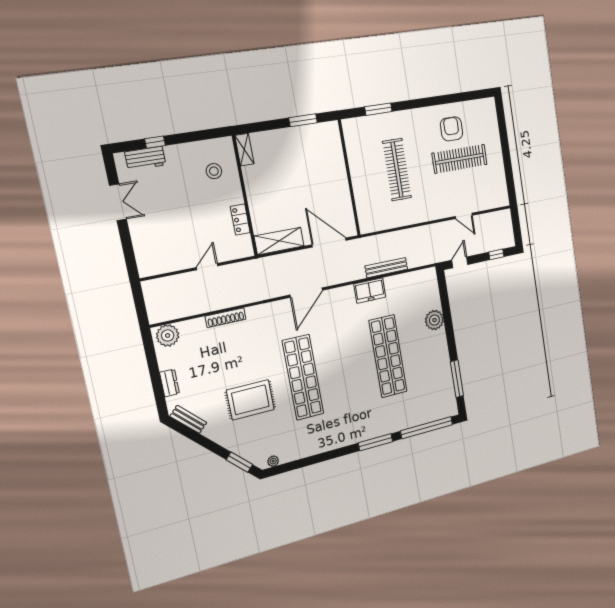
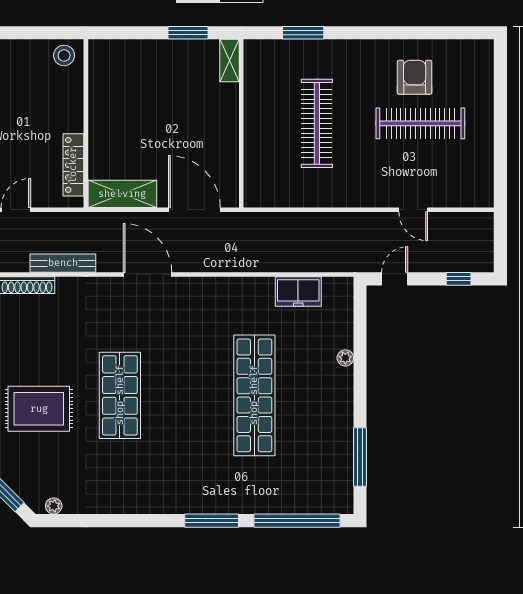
shelving: (244, 150) -> (230, 61), moved
stool: (214, 171) -> (64, 55), moved
locker: (240, 219) -> (73, 165), width x1.53
bench: (386, 268) -> (63, 263), moved
freezer: (370, 291) -> (298, 292), moved
door: (306, 293) -> (147, 274), swing flipped
plant: (434, 320) -> (345, 358), width x0.53, depth x0.53
shop shelf: (303, 377) -> (120, 395), width x0.71

